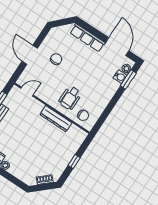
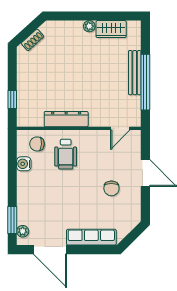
water cooler: (120, 77) -> (24, 164), moved
wheelchair: (70, 98) -> (66, 154), turned 180
window: (74, 161) -> (12, 99), moved

